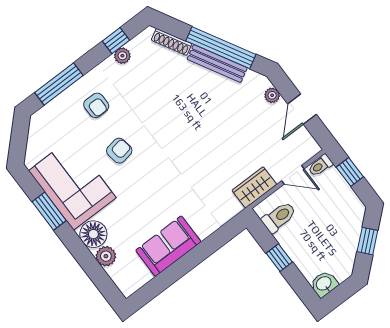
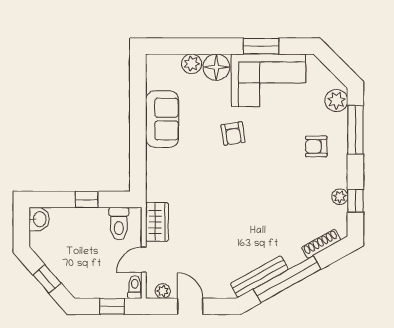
bench: (217, 64) -> (259, 277), moved
plant: (272, 95) -> (163, 291), moved
plant: (47, 117) -> (336, 100), added
armchair: (119, 151) -> (233, 134), moved

